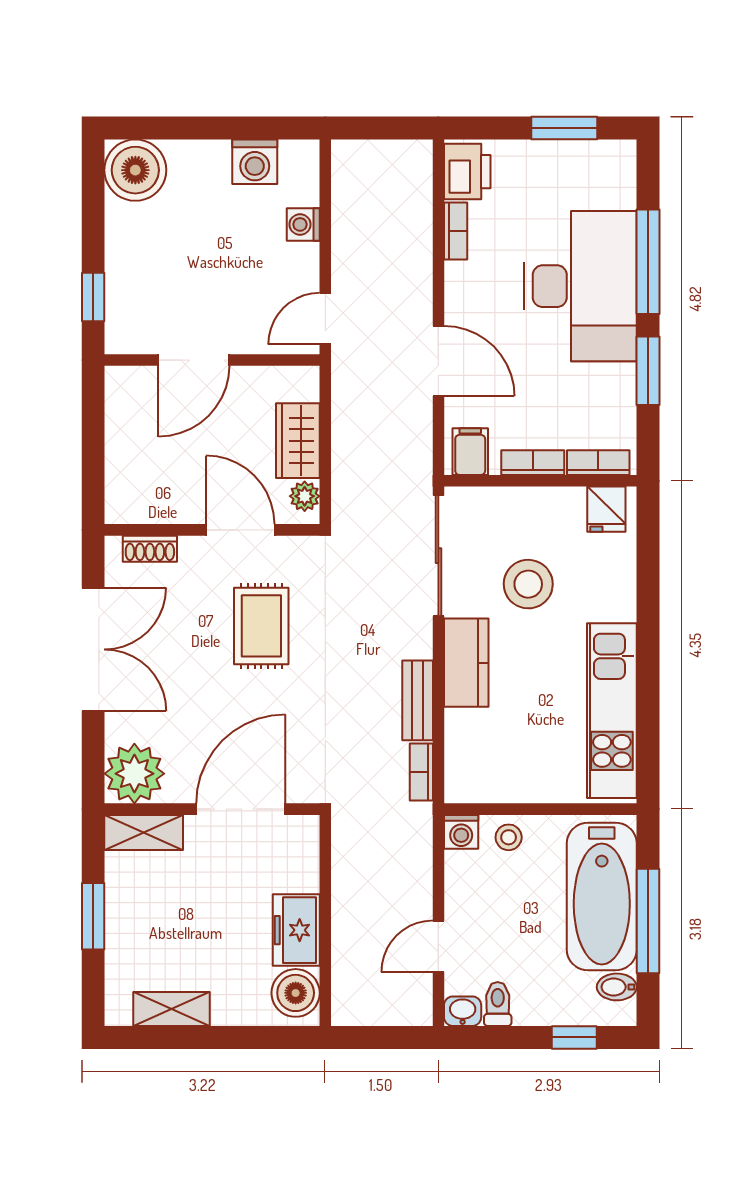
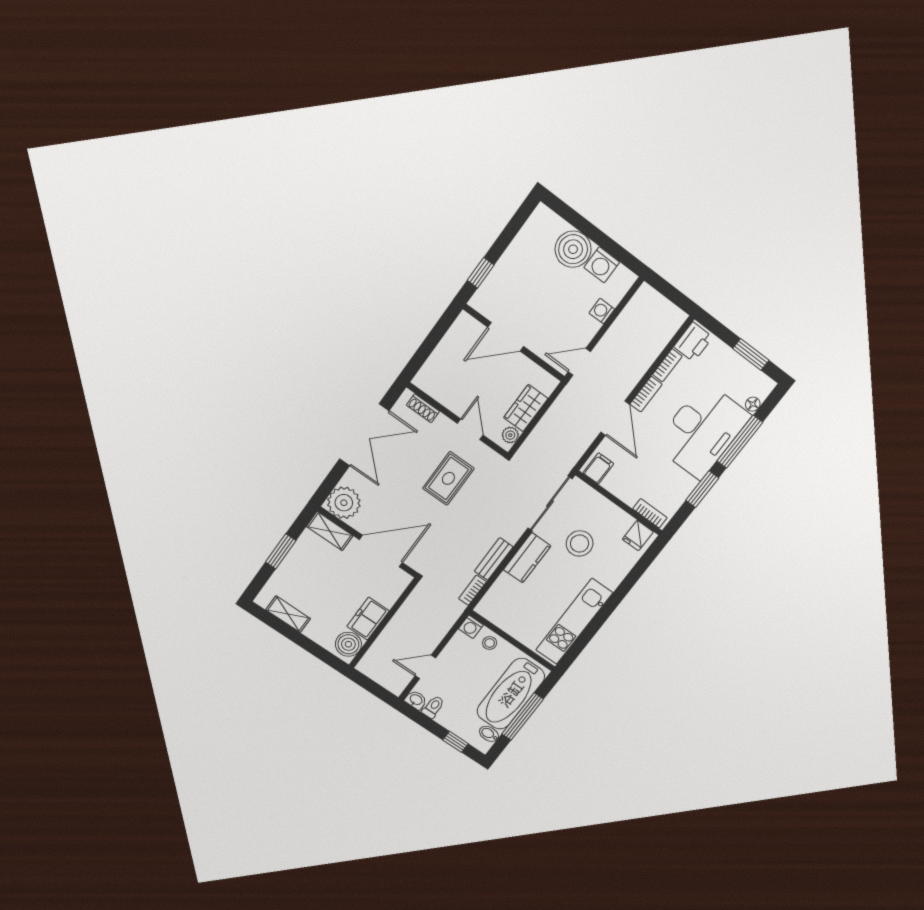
boiler: (135, 170) -> (573, 249), moved
floor lamp: (624, 195) -> (753, 404), added
bookcase: (533, 463) -> (646, 394), moved, turned 90
door: (240, 530) -> (470, 429), width x0.73

